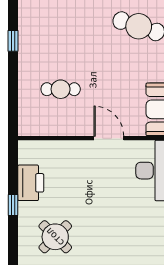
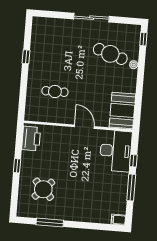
printer: (31, 183) -> (31, 139), moved

